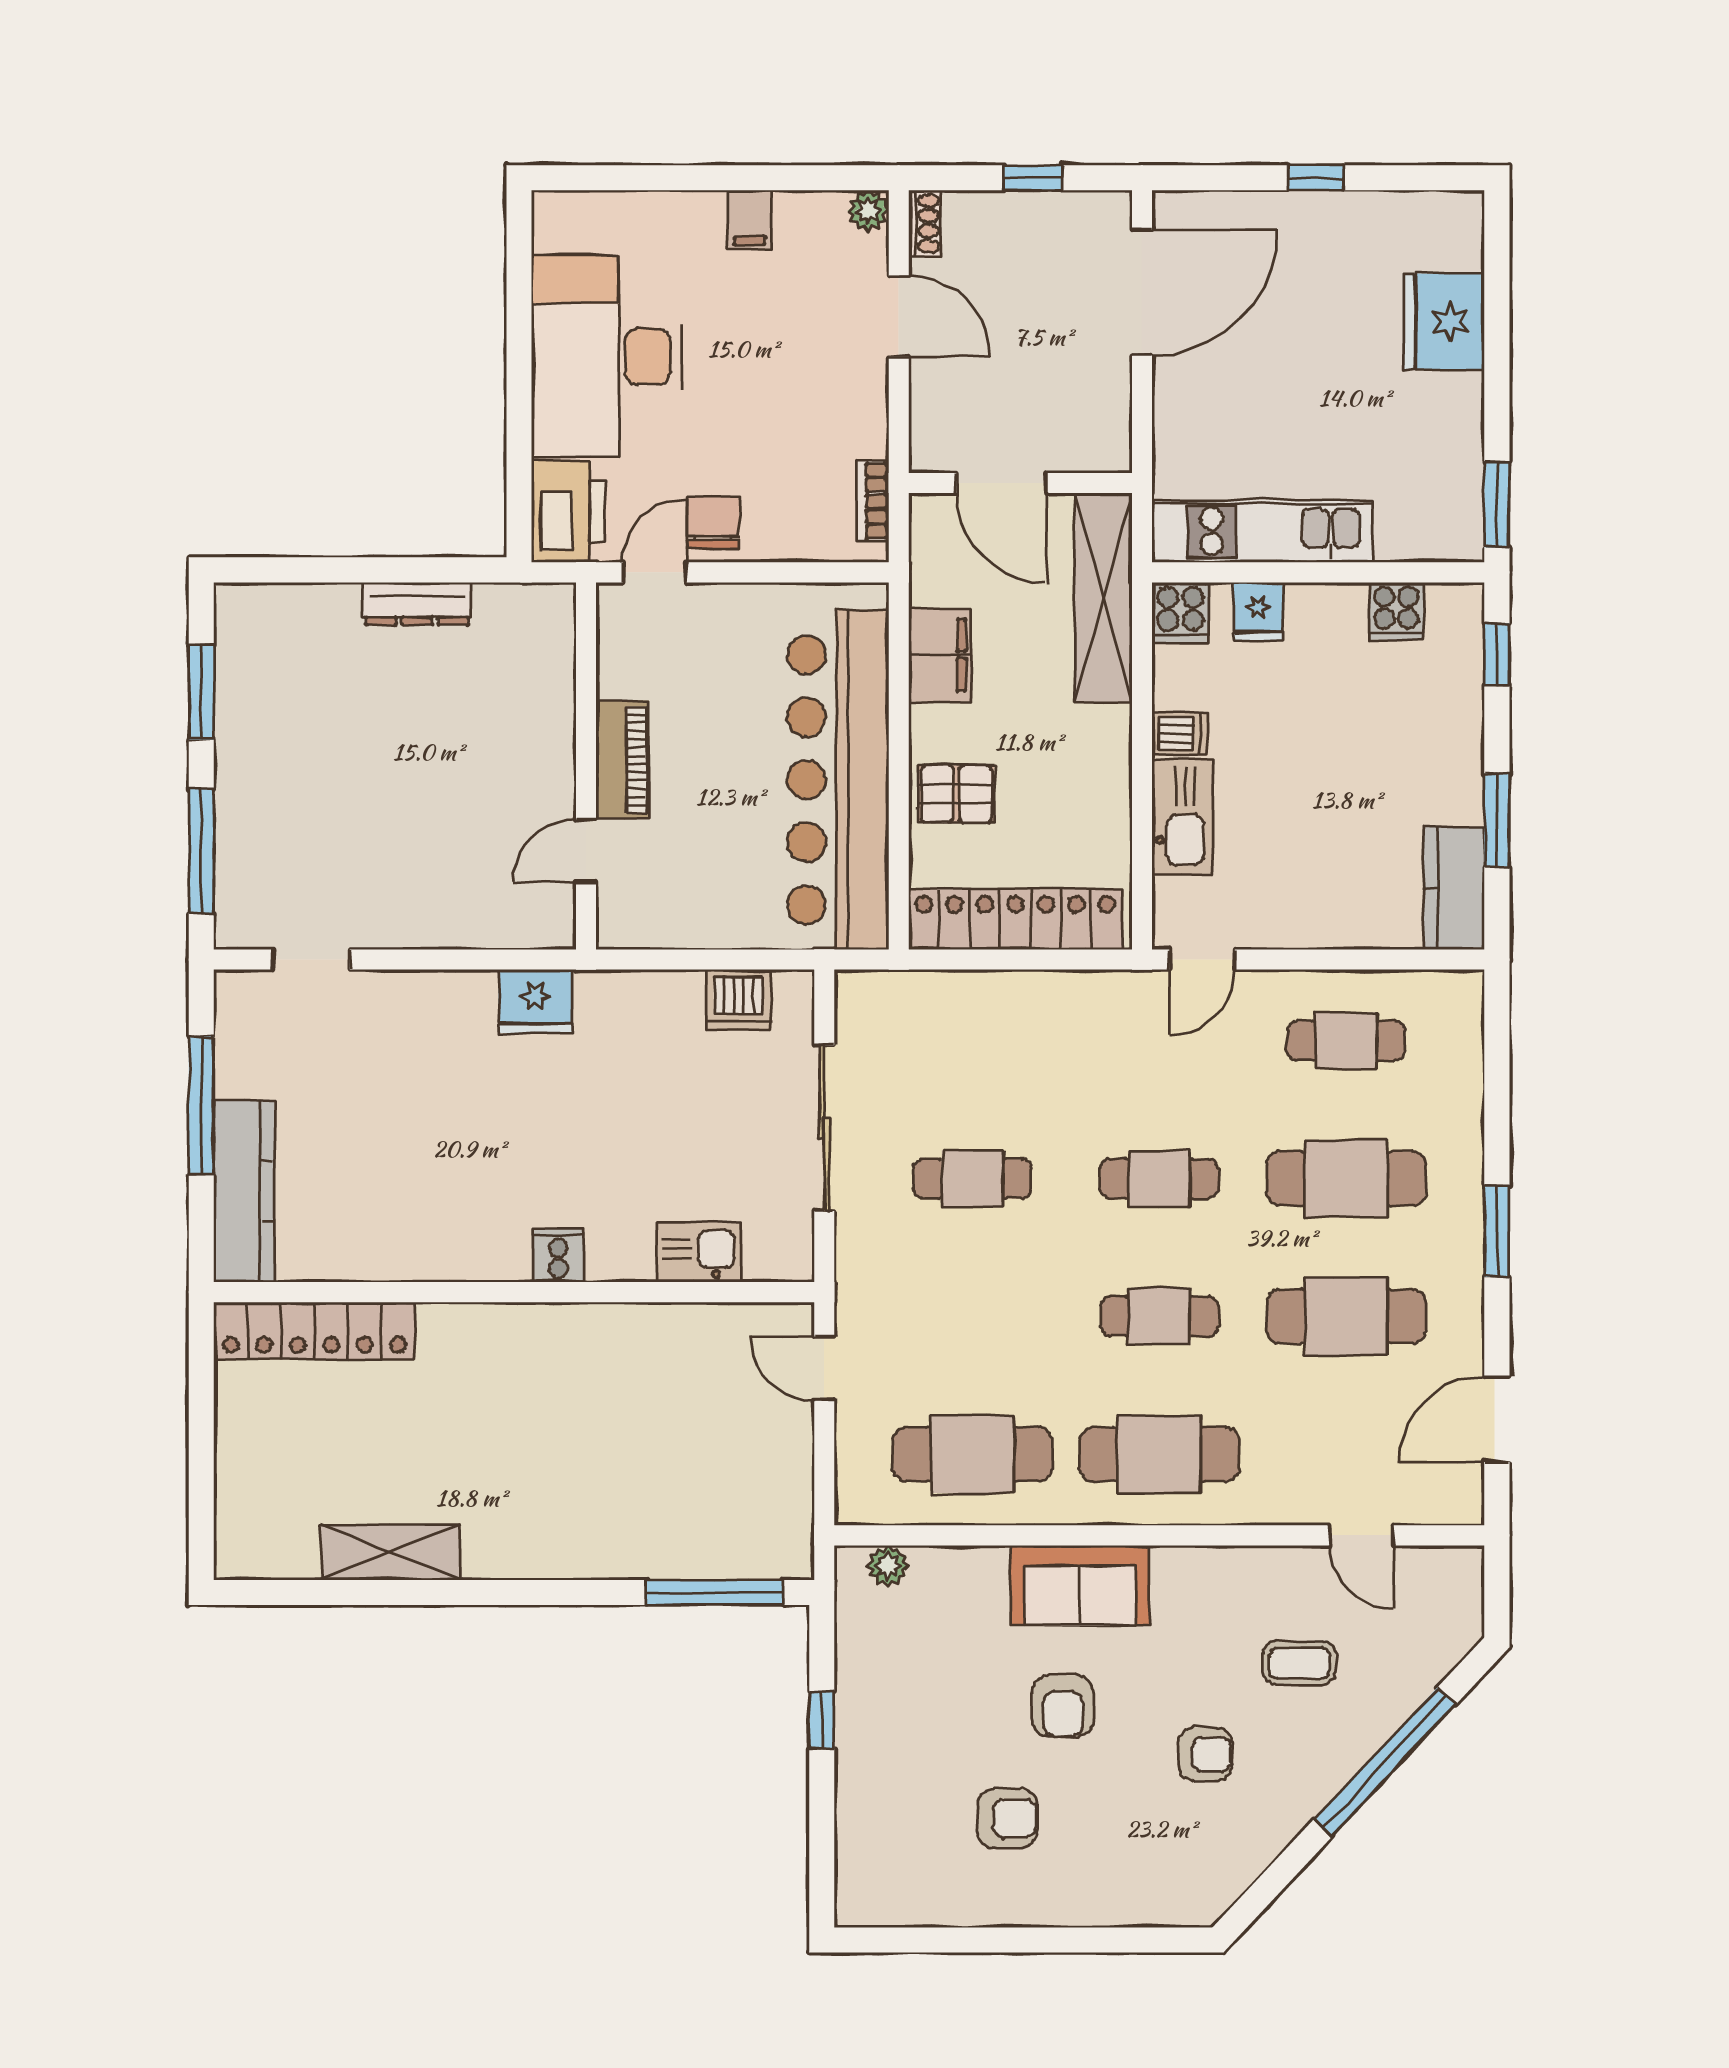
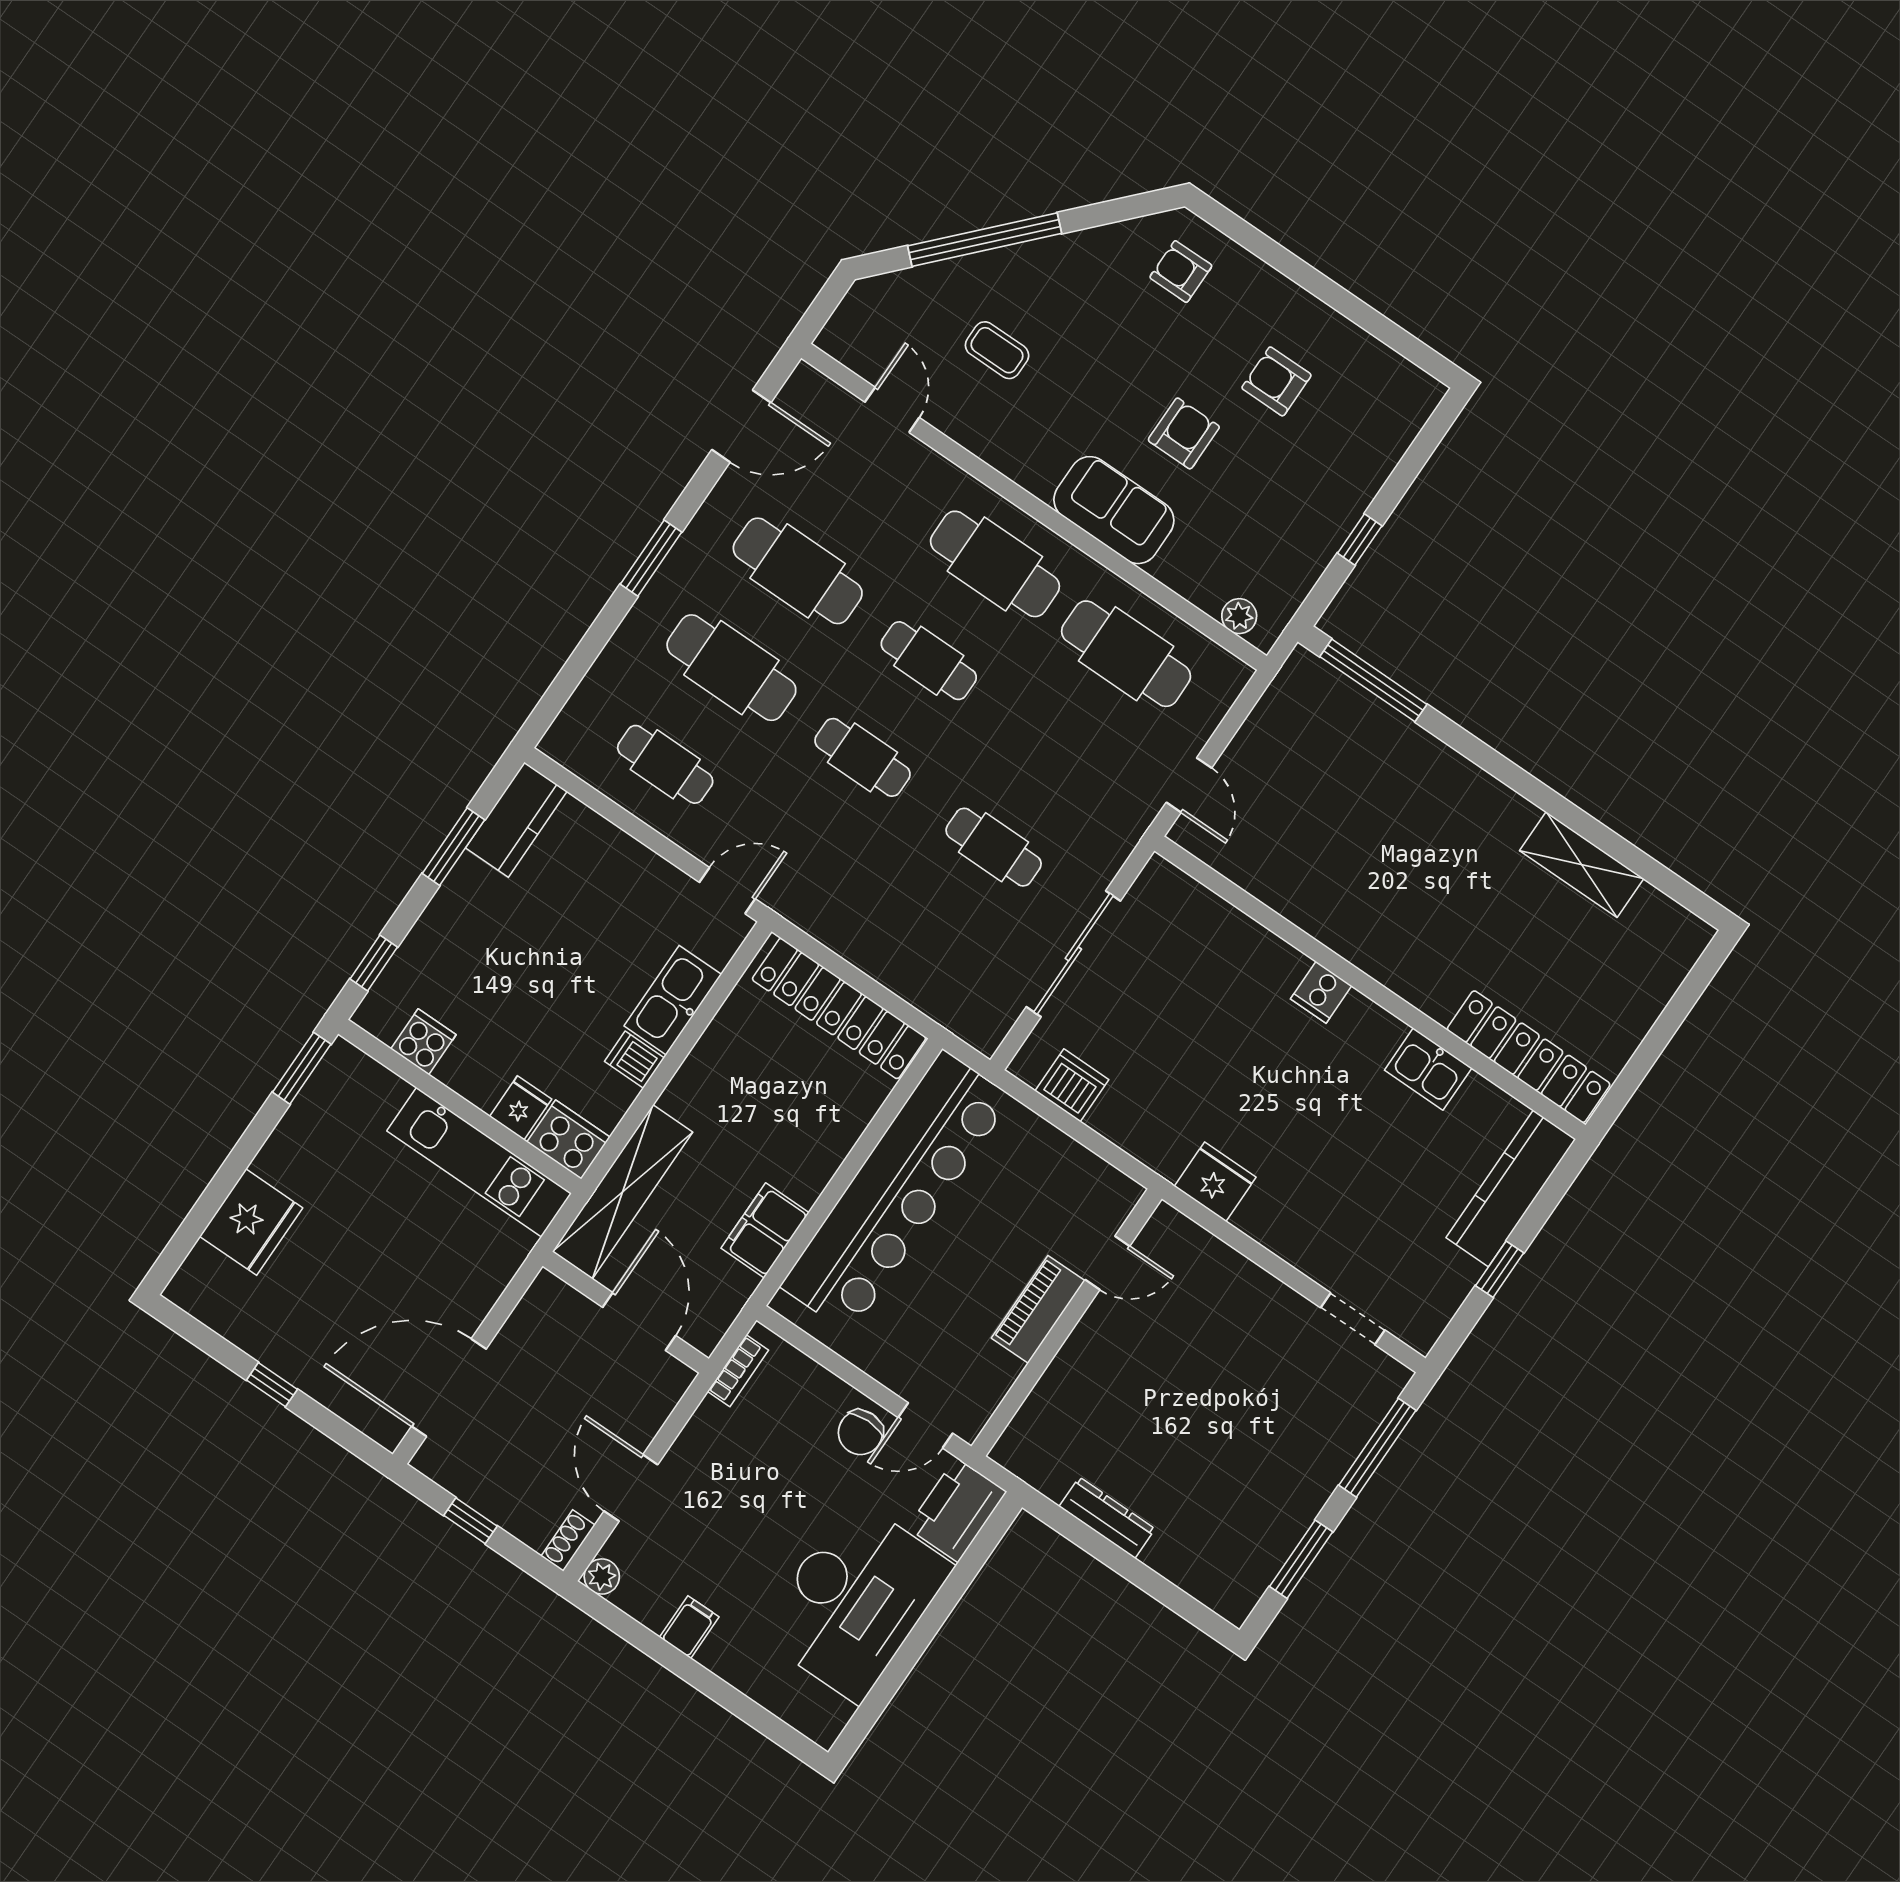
cooker: (1180, 612) -> (568, 1140), width x1.36
pallet: (956, 794) -> (820, 1125), removed
window: (201, 1105) -> (1500, 1269), width x0.46
kitchen sink: (699, 1252) -> (1428, 1069), moved
armchair: (1205, 1754) -> (1181, 272), moved

